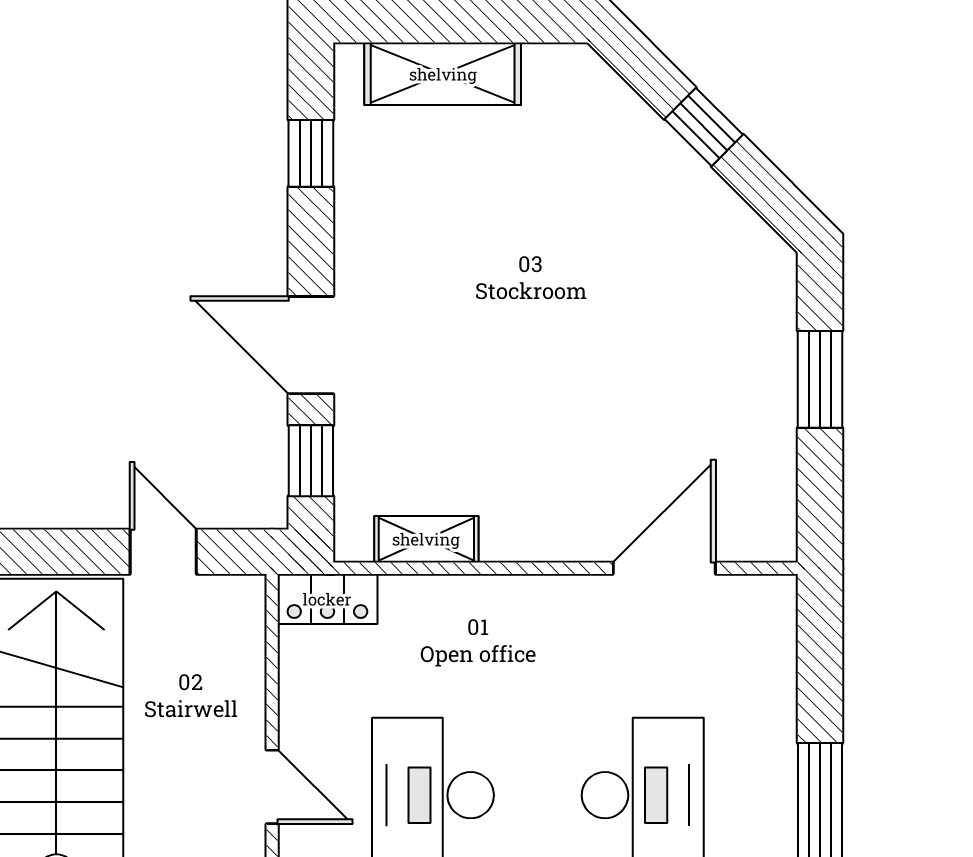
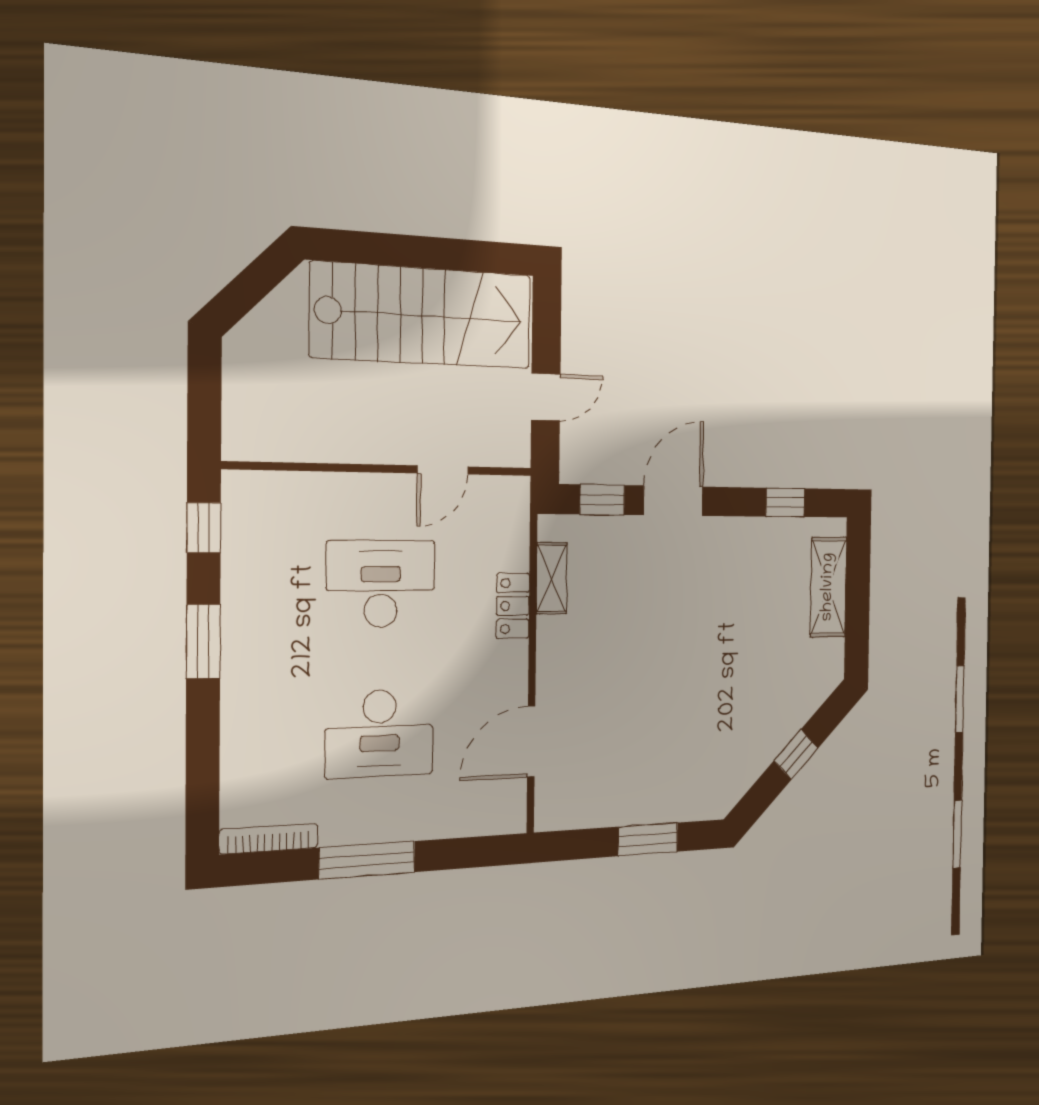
door: (664, 568) -> (531, 742), swing flipped
locker: (327, 599) -> (513, 606), moved
door: (272, 787) -> (443, 470), moved

